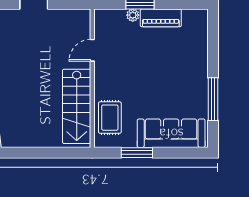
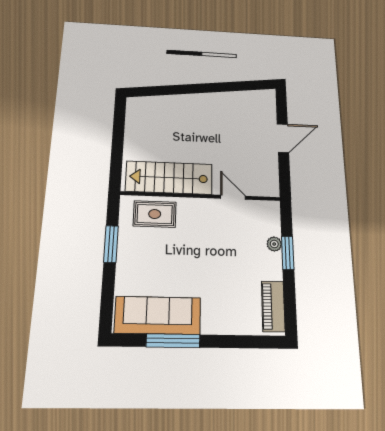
piano: (161, 18) -> (273, 306), moved
sofa: (171, 133) -> (158, 315), moved, turned -90

